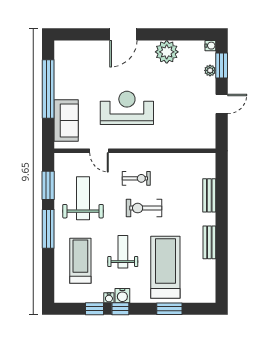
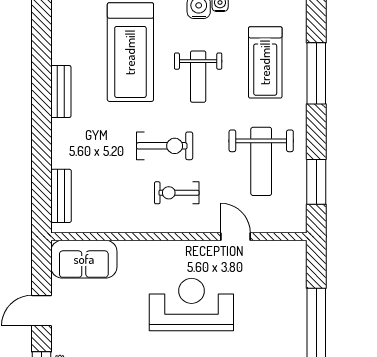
reception desk: (127, 108) -> (191, 305), turned 180
sofa: (66, 120) -> (84, 259), moved, turned -90
bench: (209, 195) -> (61, 196), moved
window: (48, 229) -> (316, 73), moved

